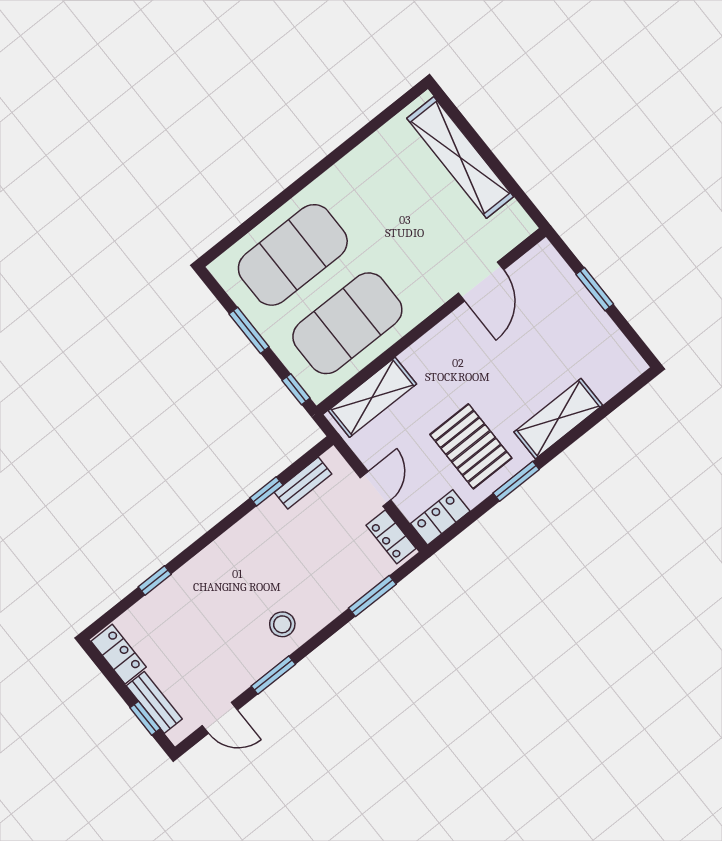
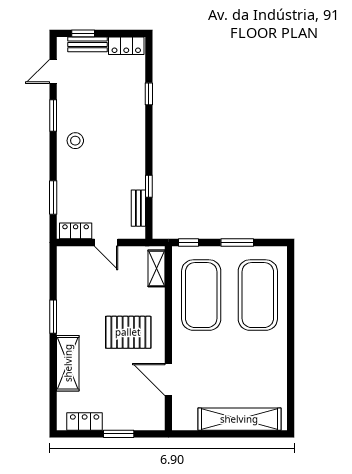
shelving: (372, 397) -> (156, 268), width x0.67, depth x0.75
pallet: (471, 446) -> (128, 332), moved
locker: (440, 517) -> (85, 421), moved, turned -90

